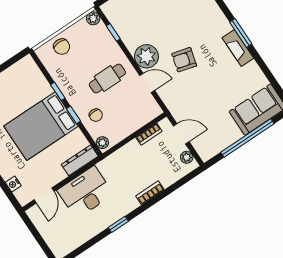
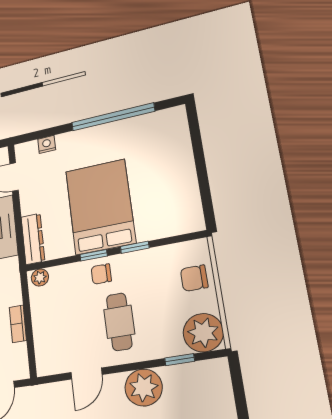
plant: (93, 18) -> (203, 333), width x1.88, depth x1.88
plant: (146, 56) -> (144, 388), moved
chair: (96, 115) -> (101, 274), moved
bookcase: (149, 134) -> (18, 324), moved

